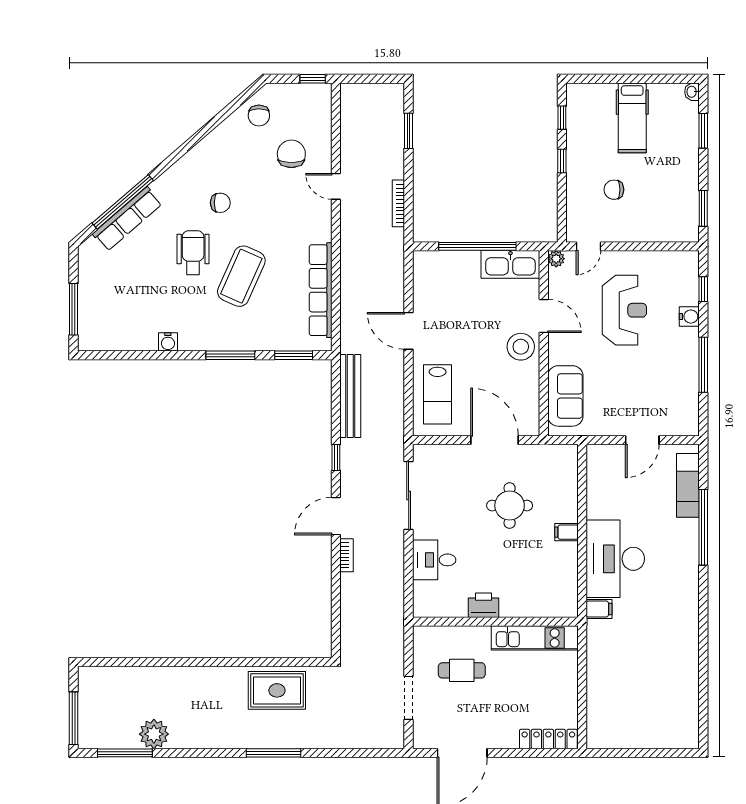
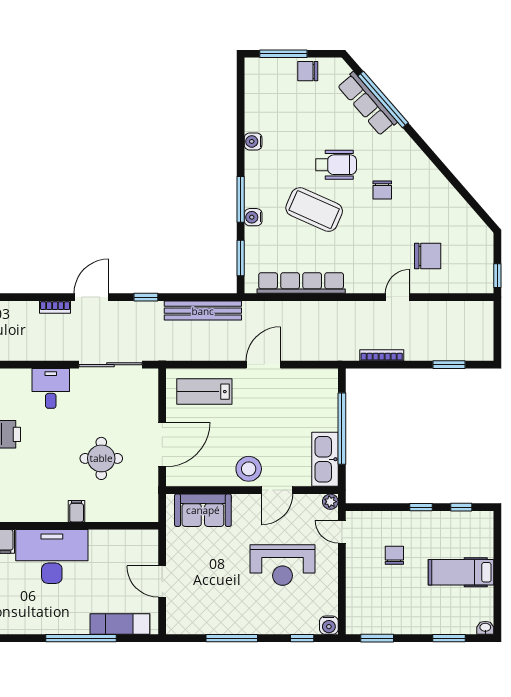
chair: (259, 116) -> (308, 71), moved
water cooler: (689, 317) -> (329, 625), moved
water cooler: (250, 342) -> (253, 217), added
door: (336, 516) -> (91, 297), hinge flipped

